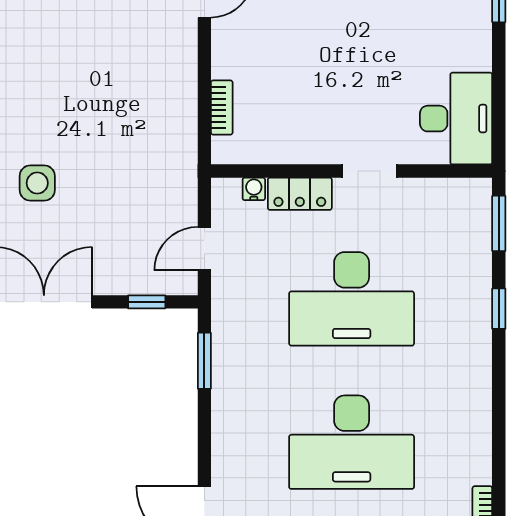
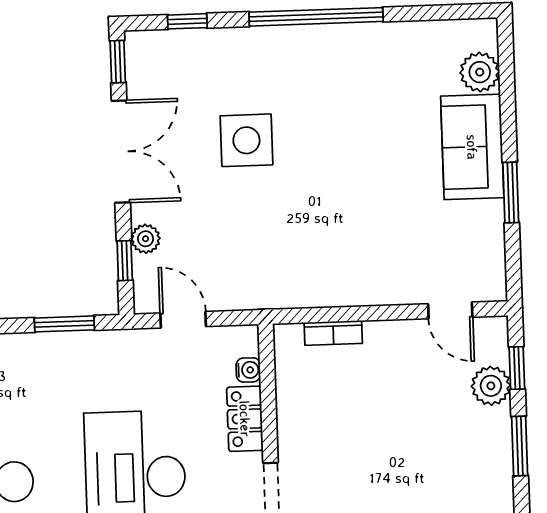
side table: (37, 183) -> (246, 140), width x1.37, depth x1.37
plant: (127, 281) -> (146, 239), added

